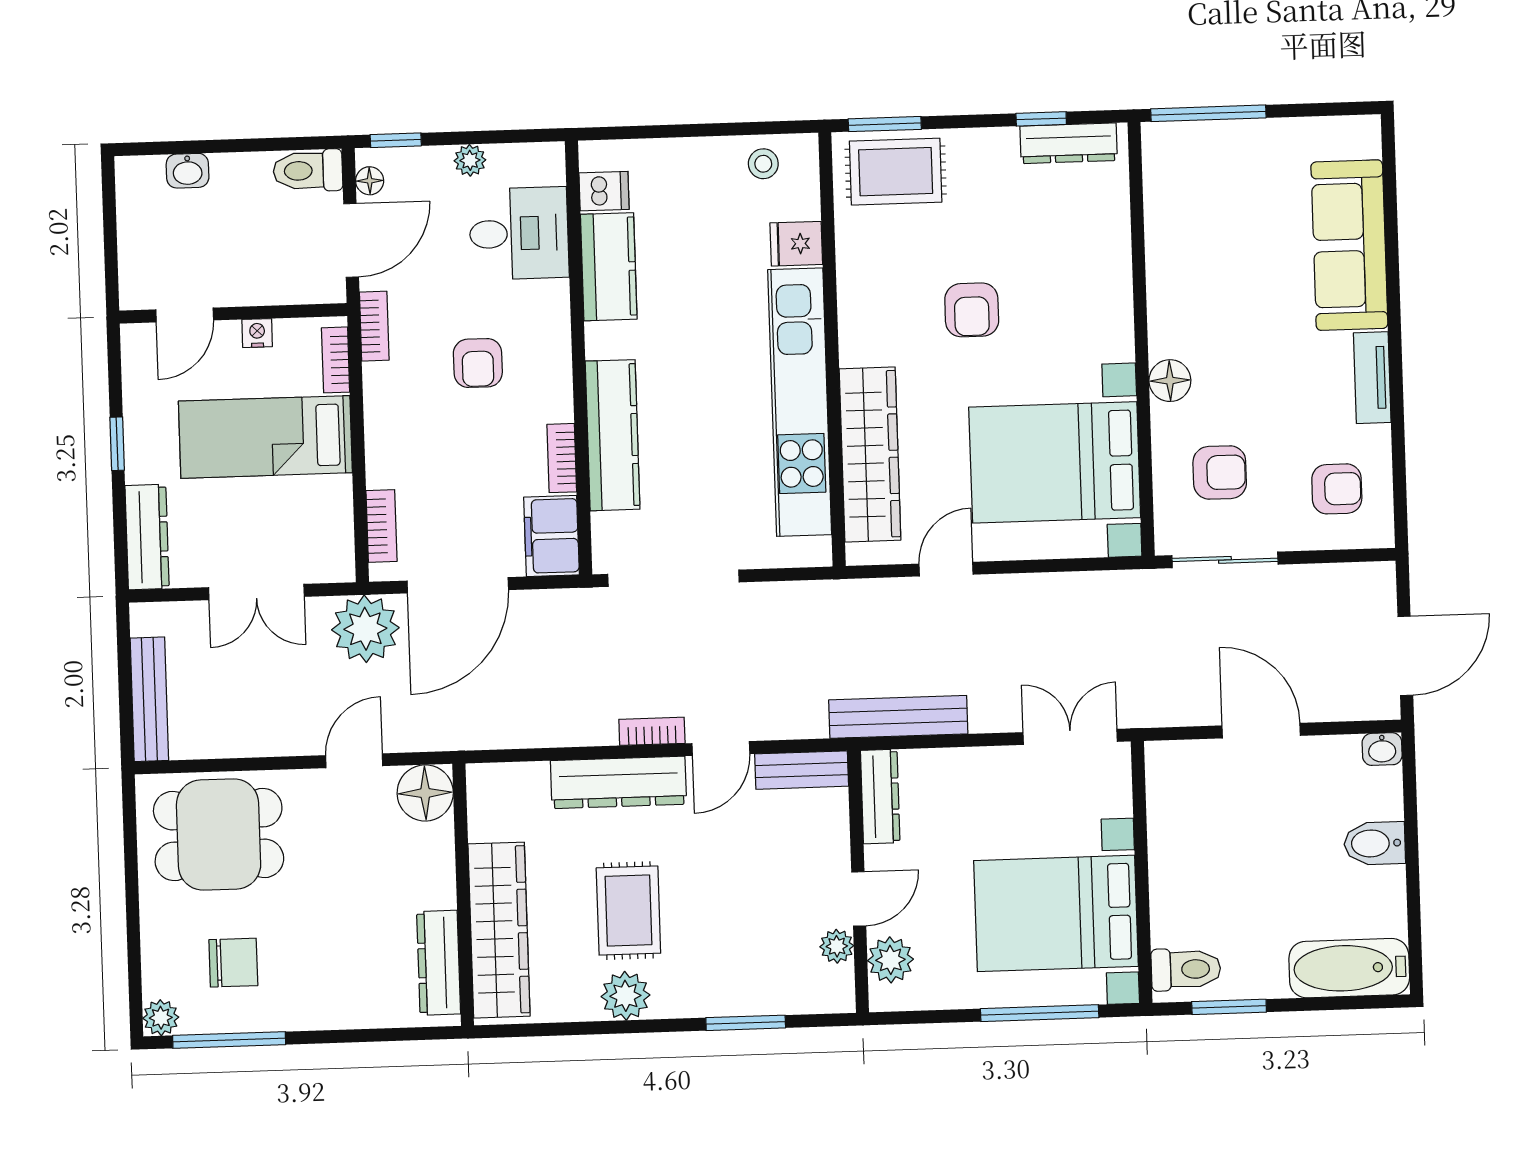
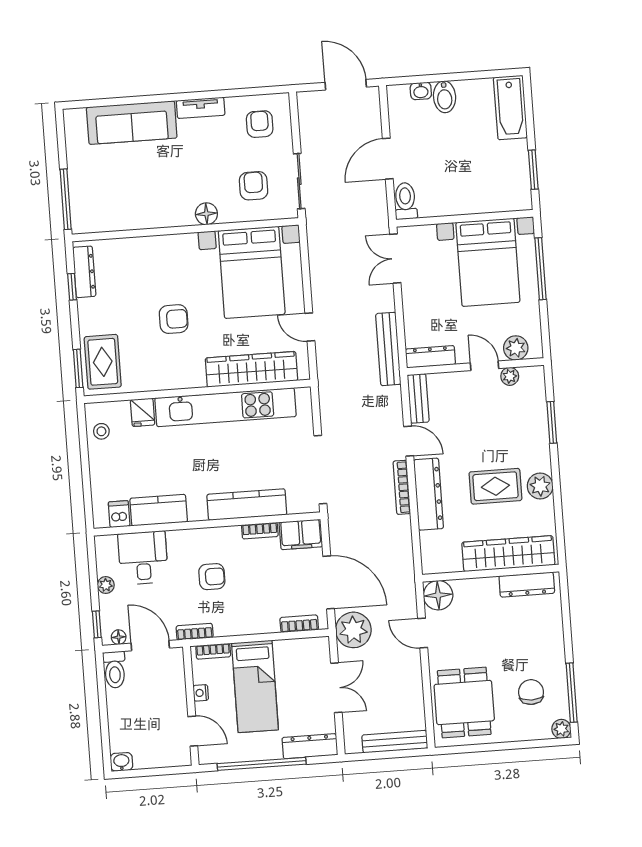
washbasin: (188, 171) -> (121, 762), moved, turned -90
window: (117, 444) -> (262, 764), width x3.17
bookcase: (652, 731) -> (402, 487), width x1.56
washbasin: (1382, 749) -> (421, 91), moved, turned 90
toilet: (1186, 969) -> (405, 201), moved

